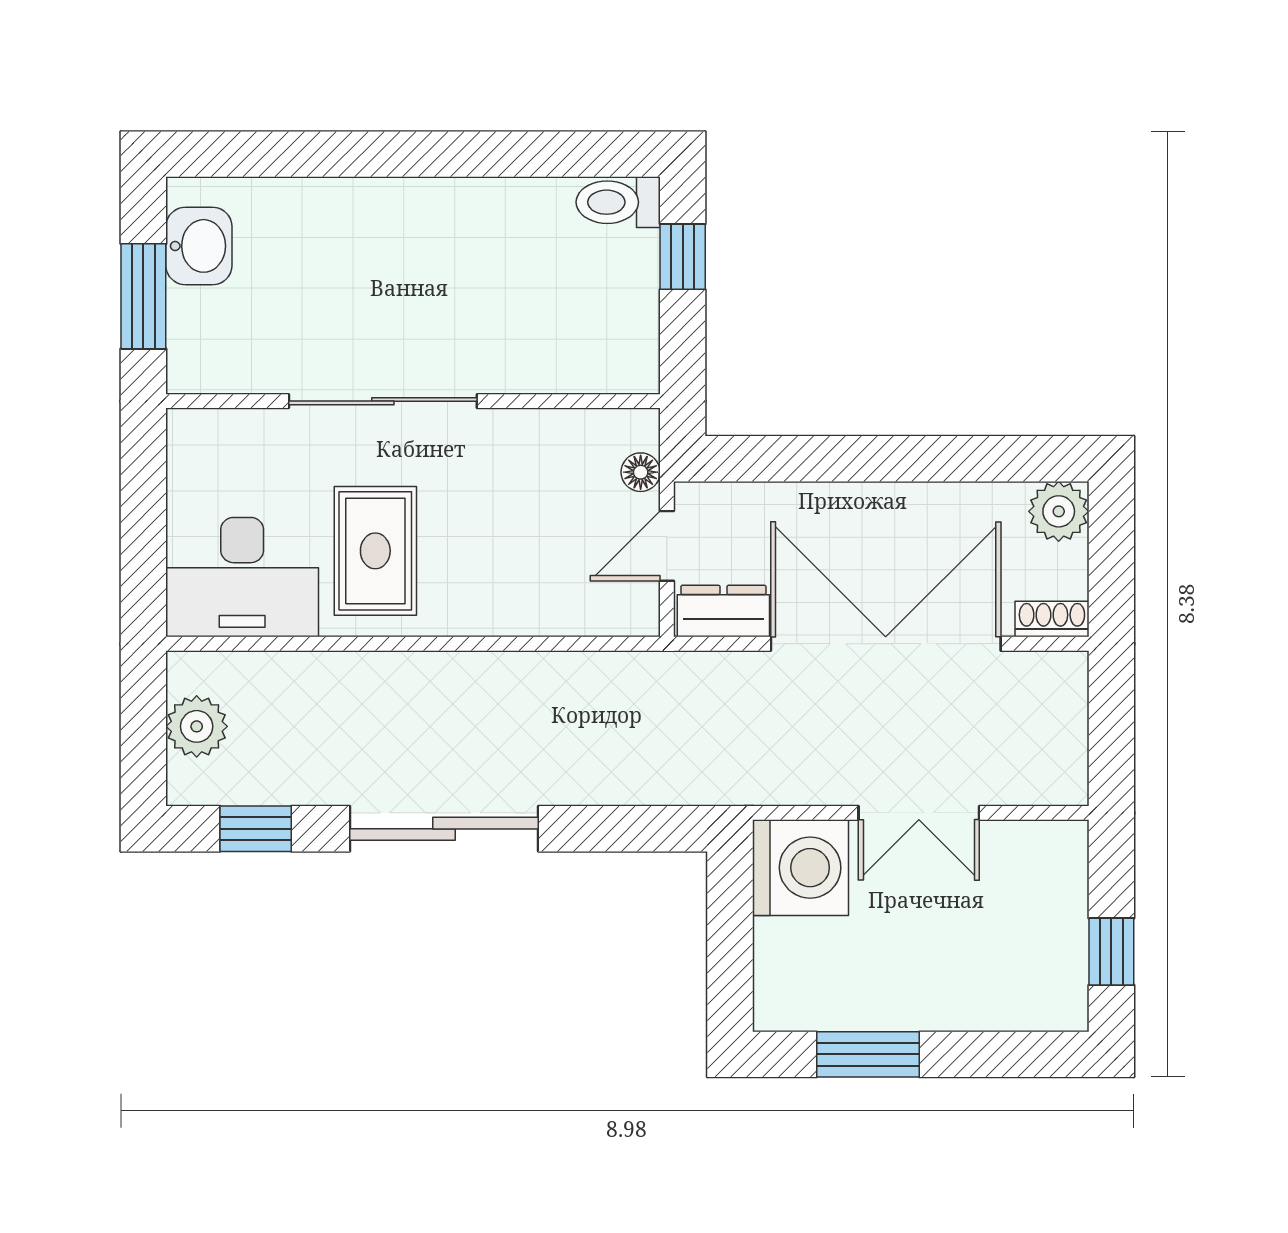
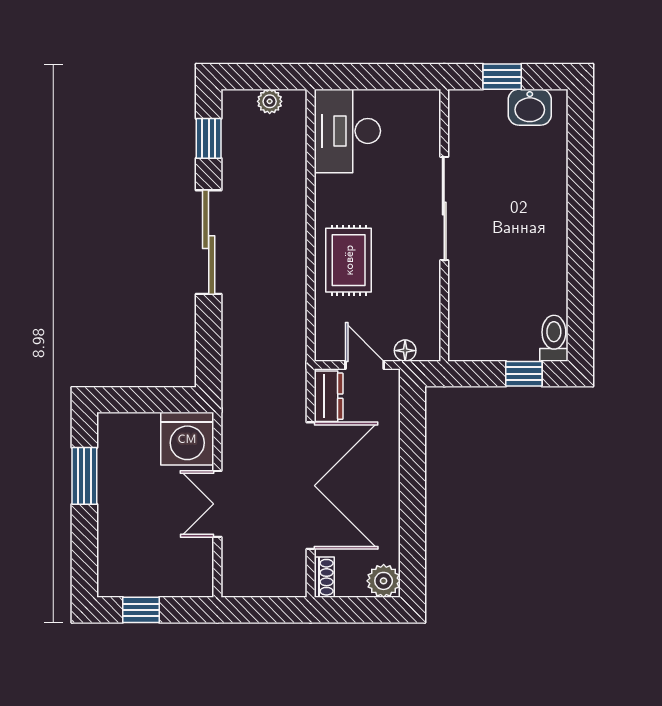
window: (143, 296) -> (502, 77), width x0.67
rug: (375, 551) -> (349, 260), moved, turned 90
plant: (197, 726) -> (270, 101), width x0.73, depth x0.73

